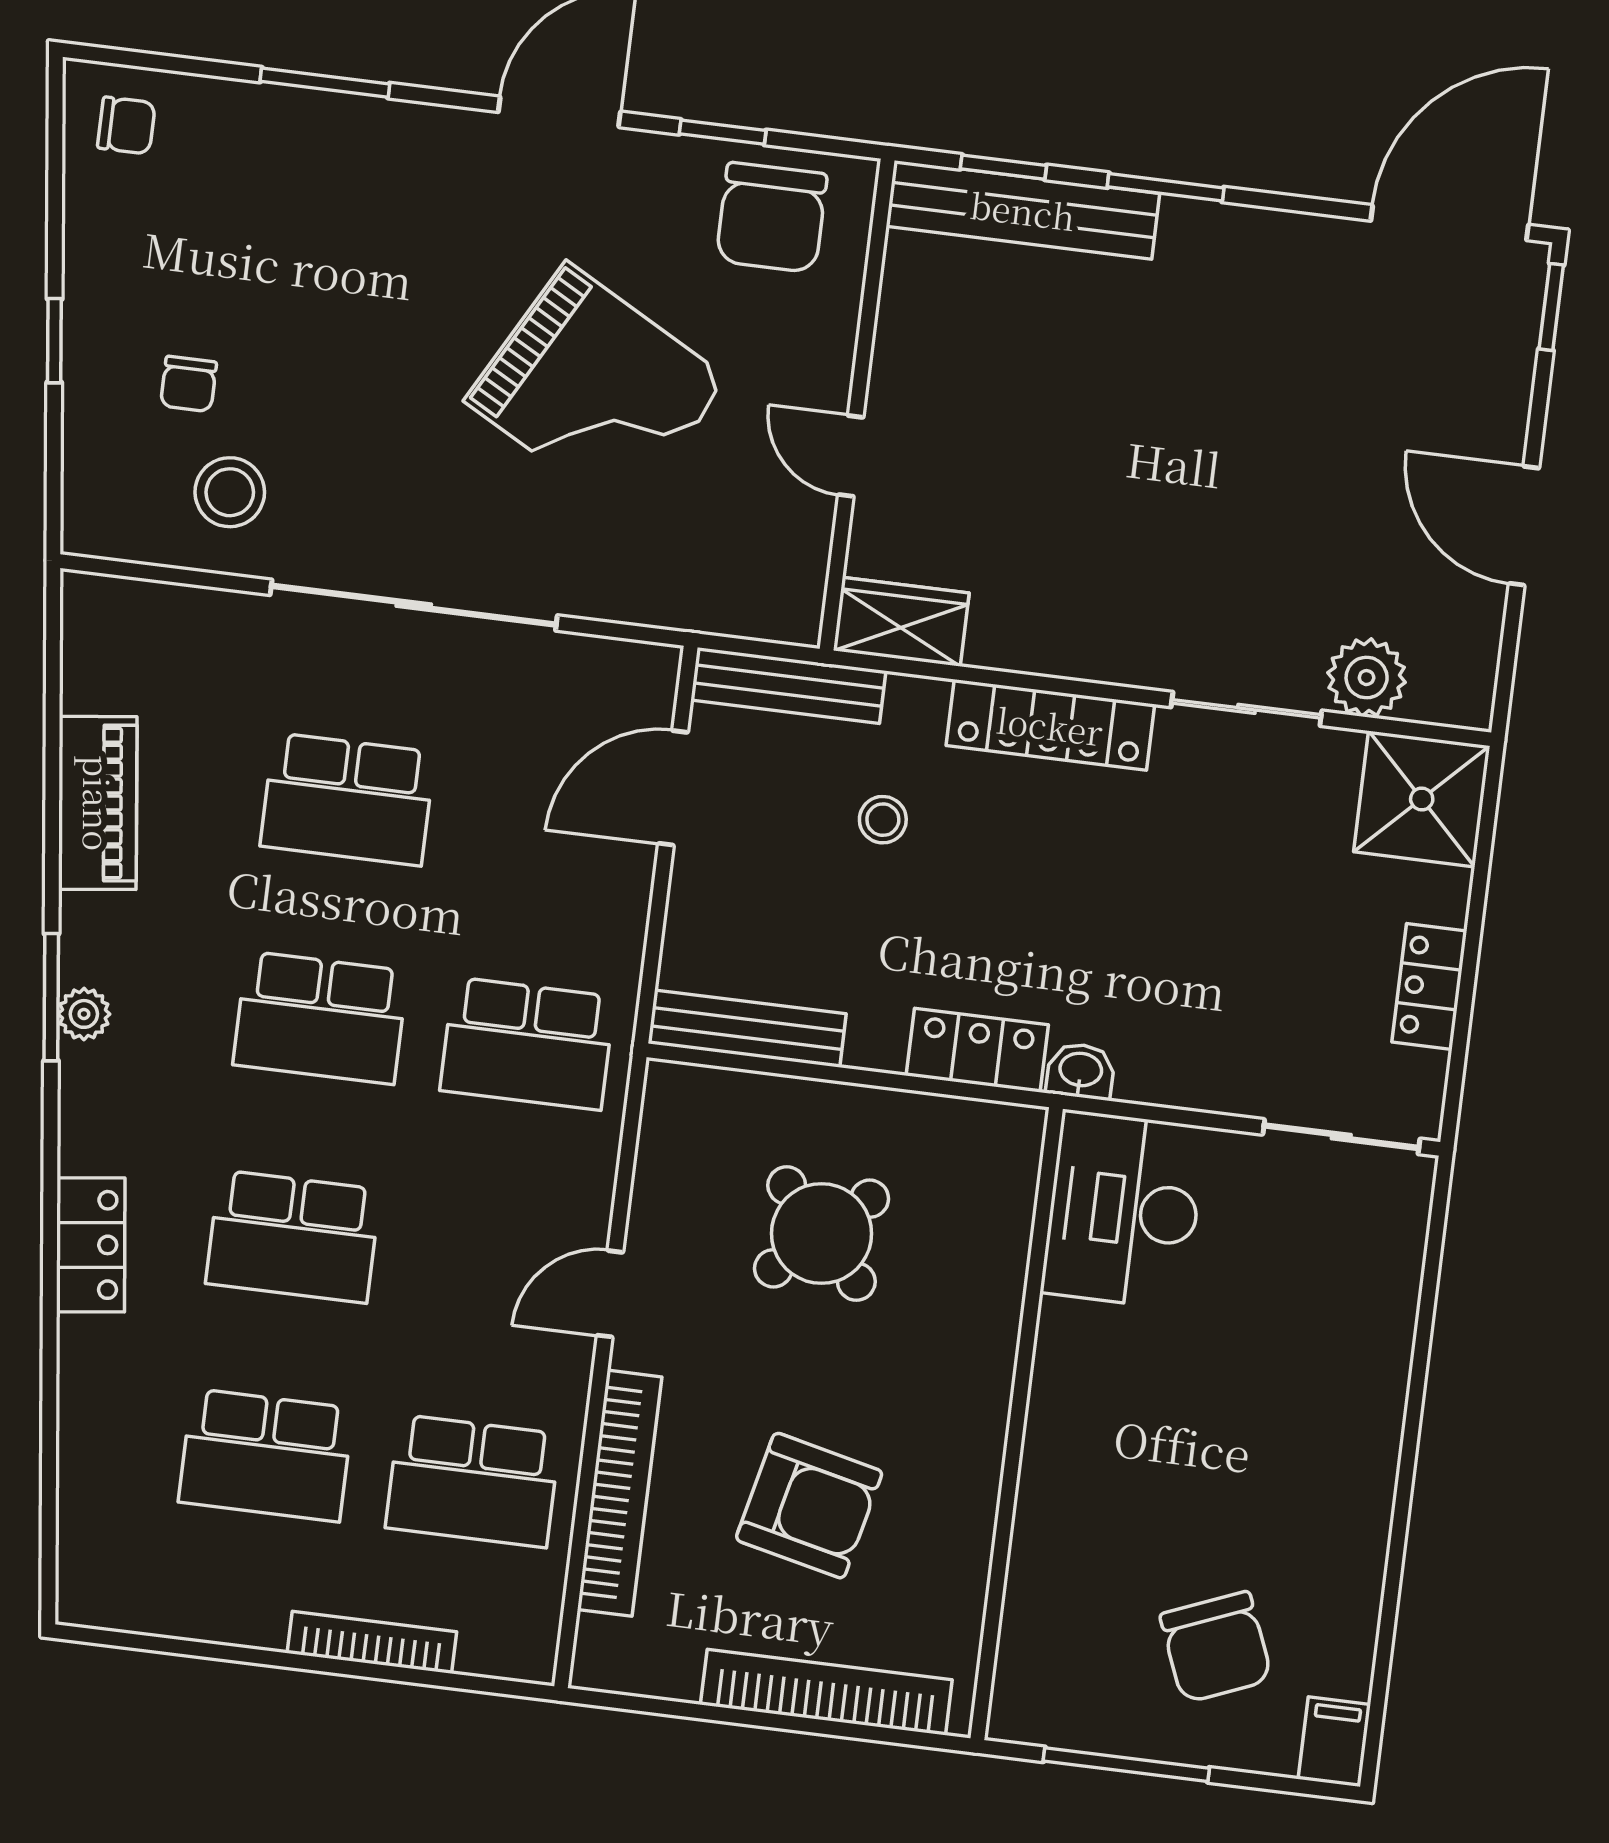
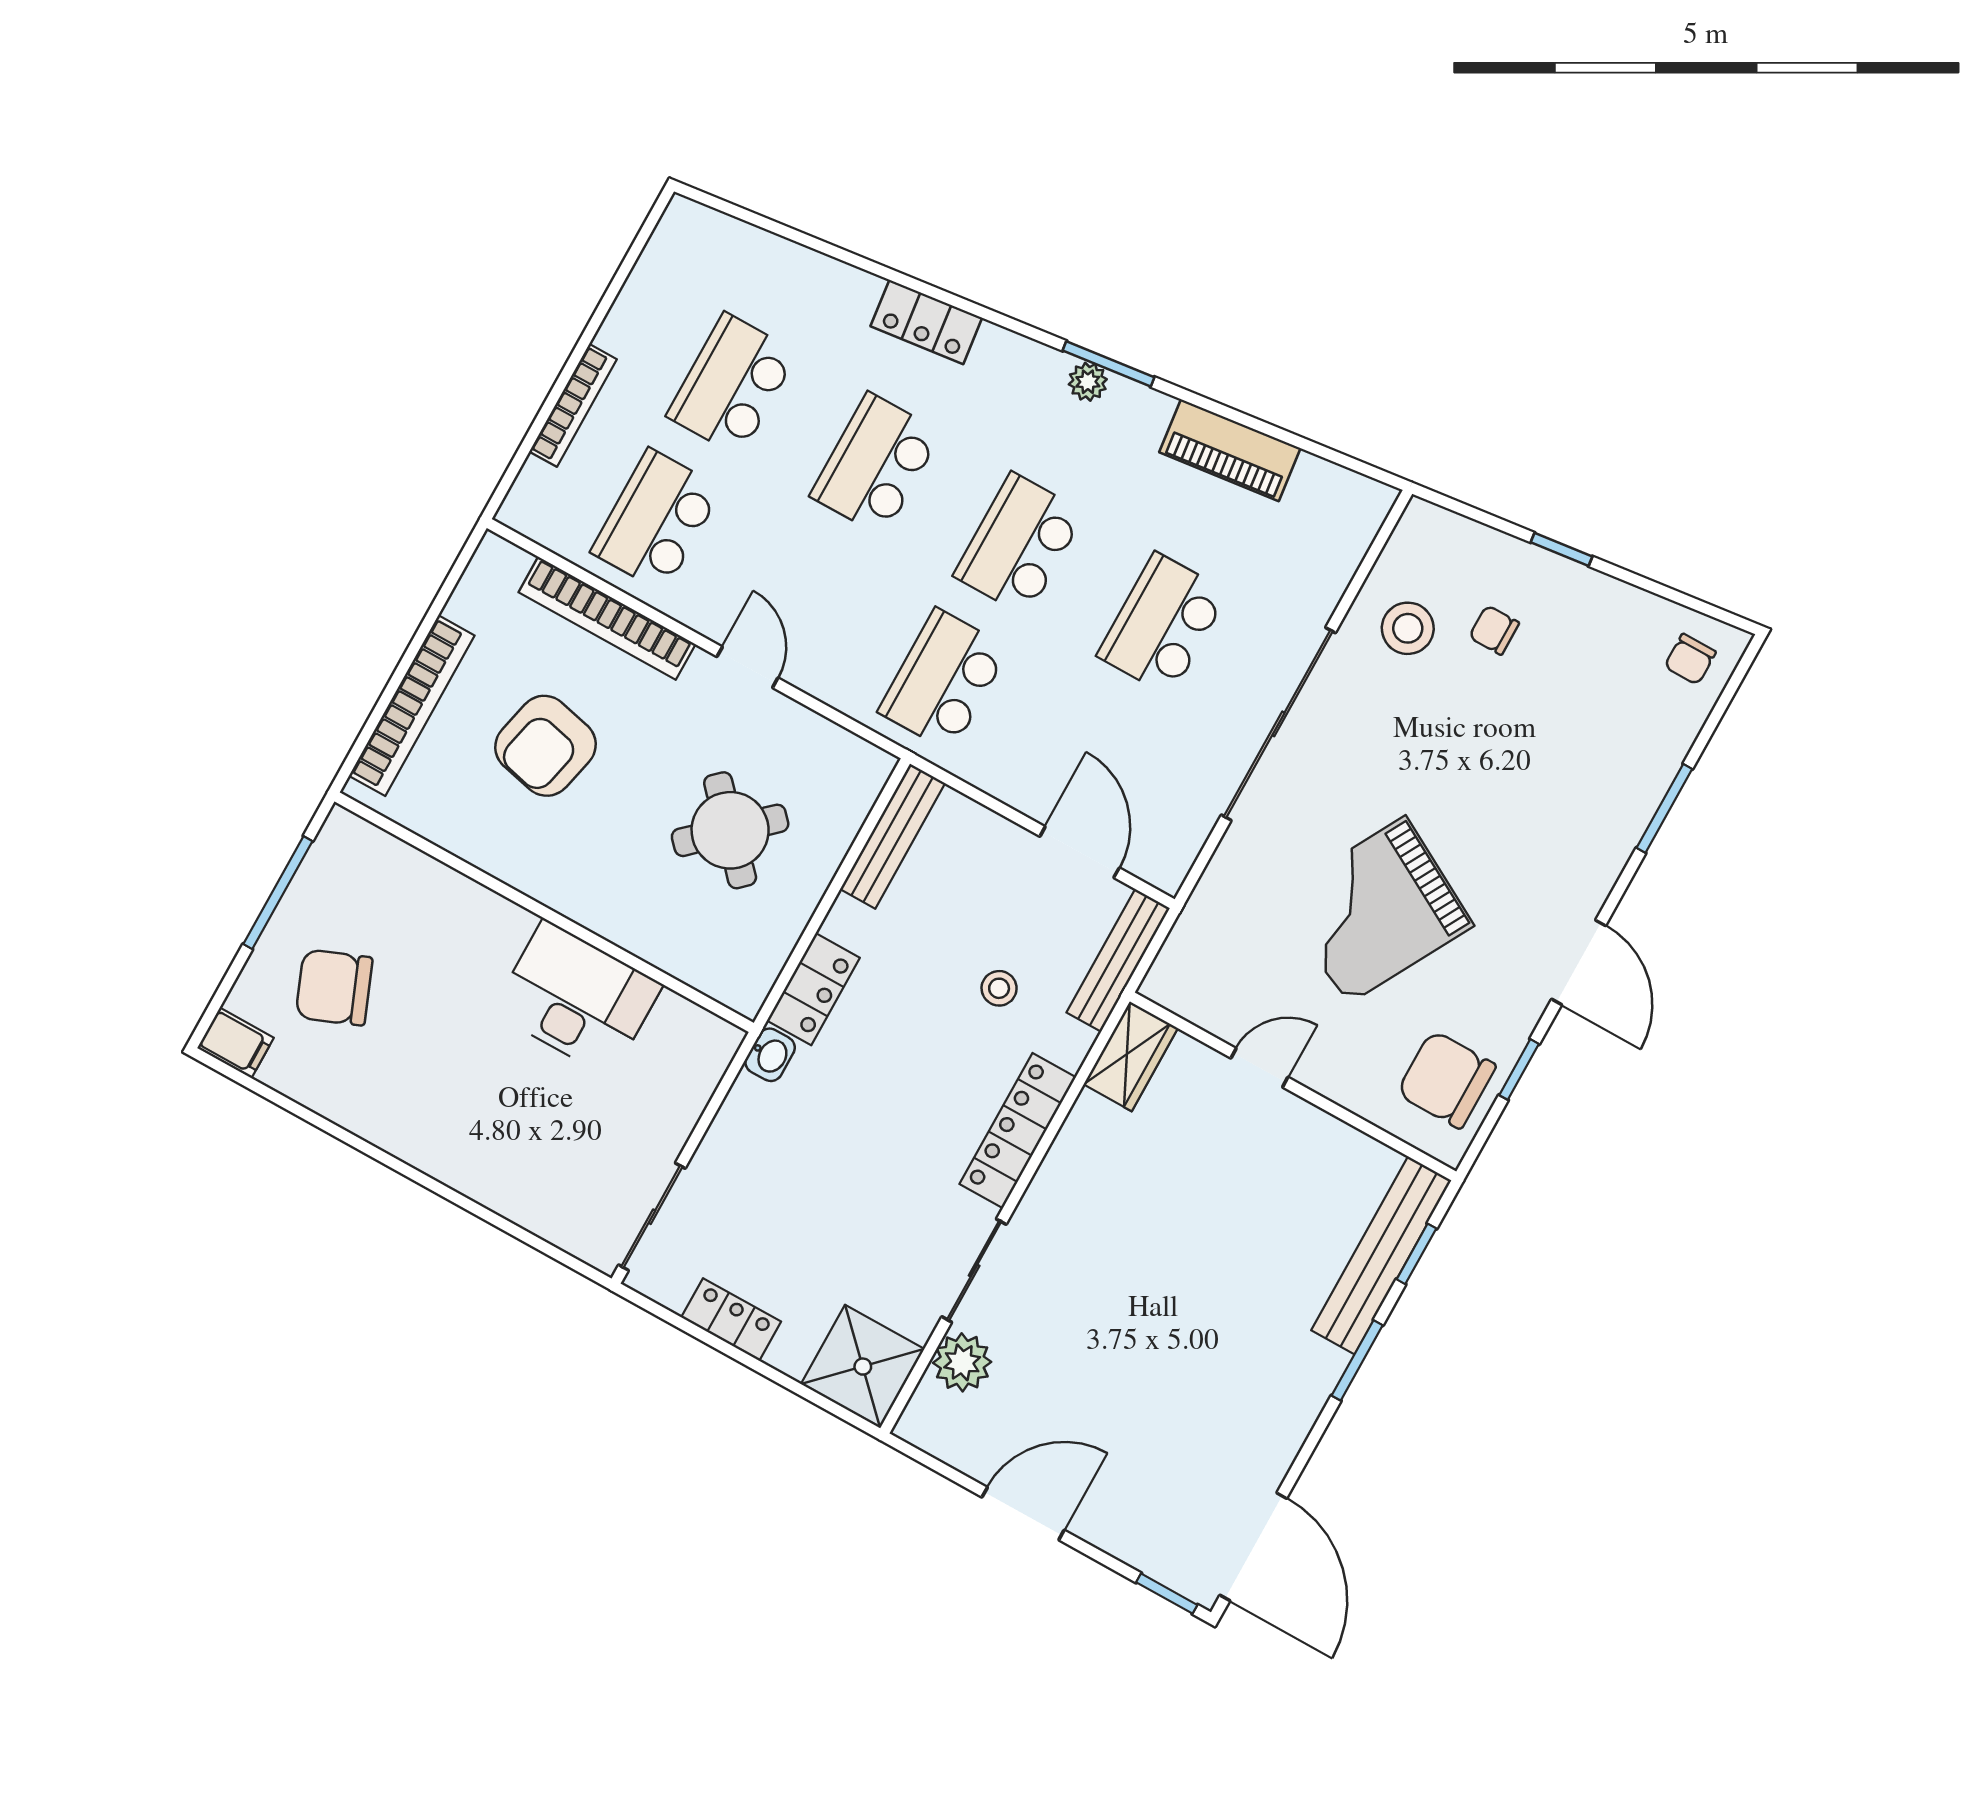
desk: (1123, 1210) -> (577, 998), moved

